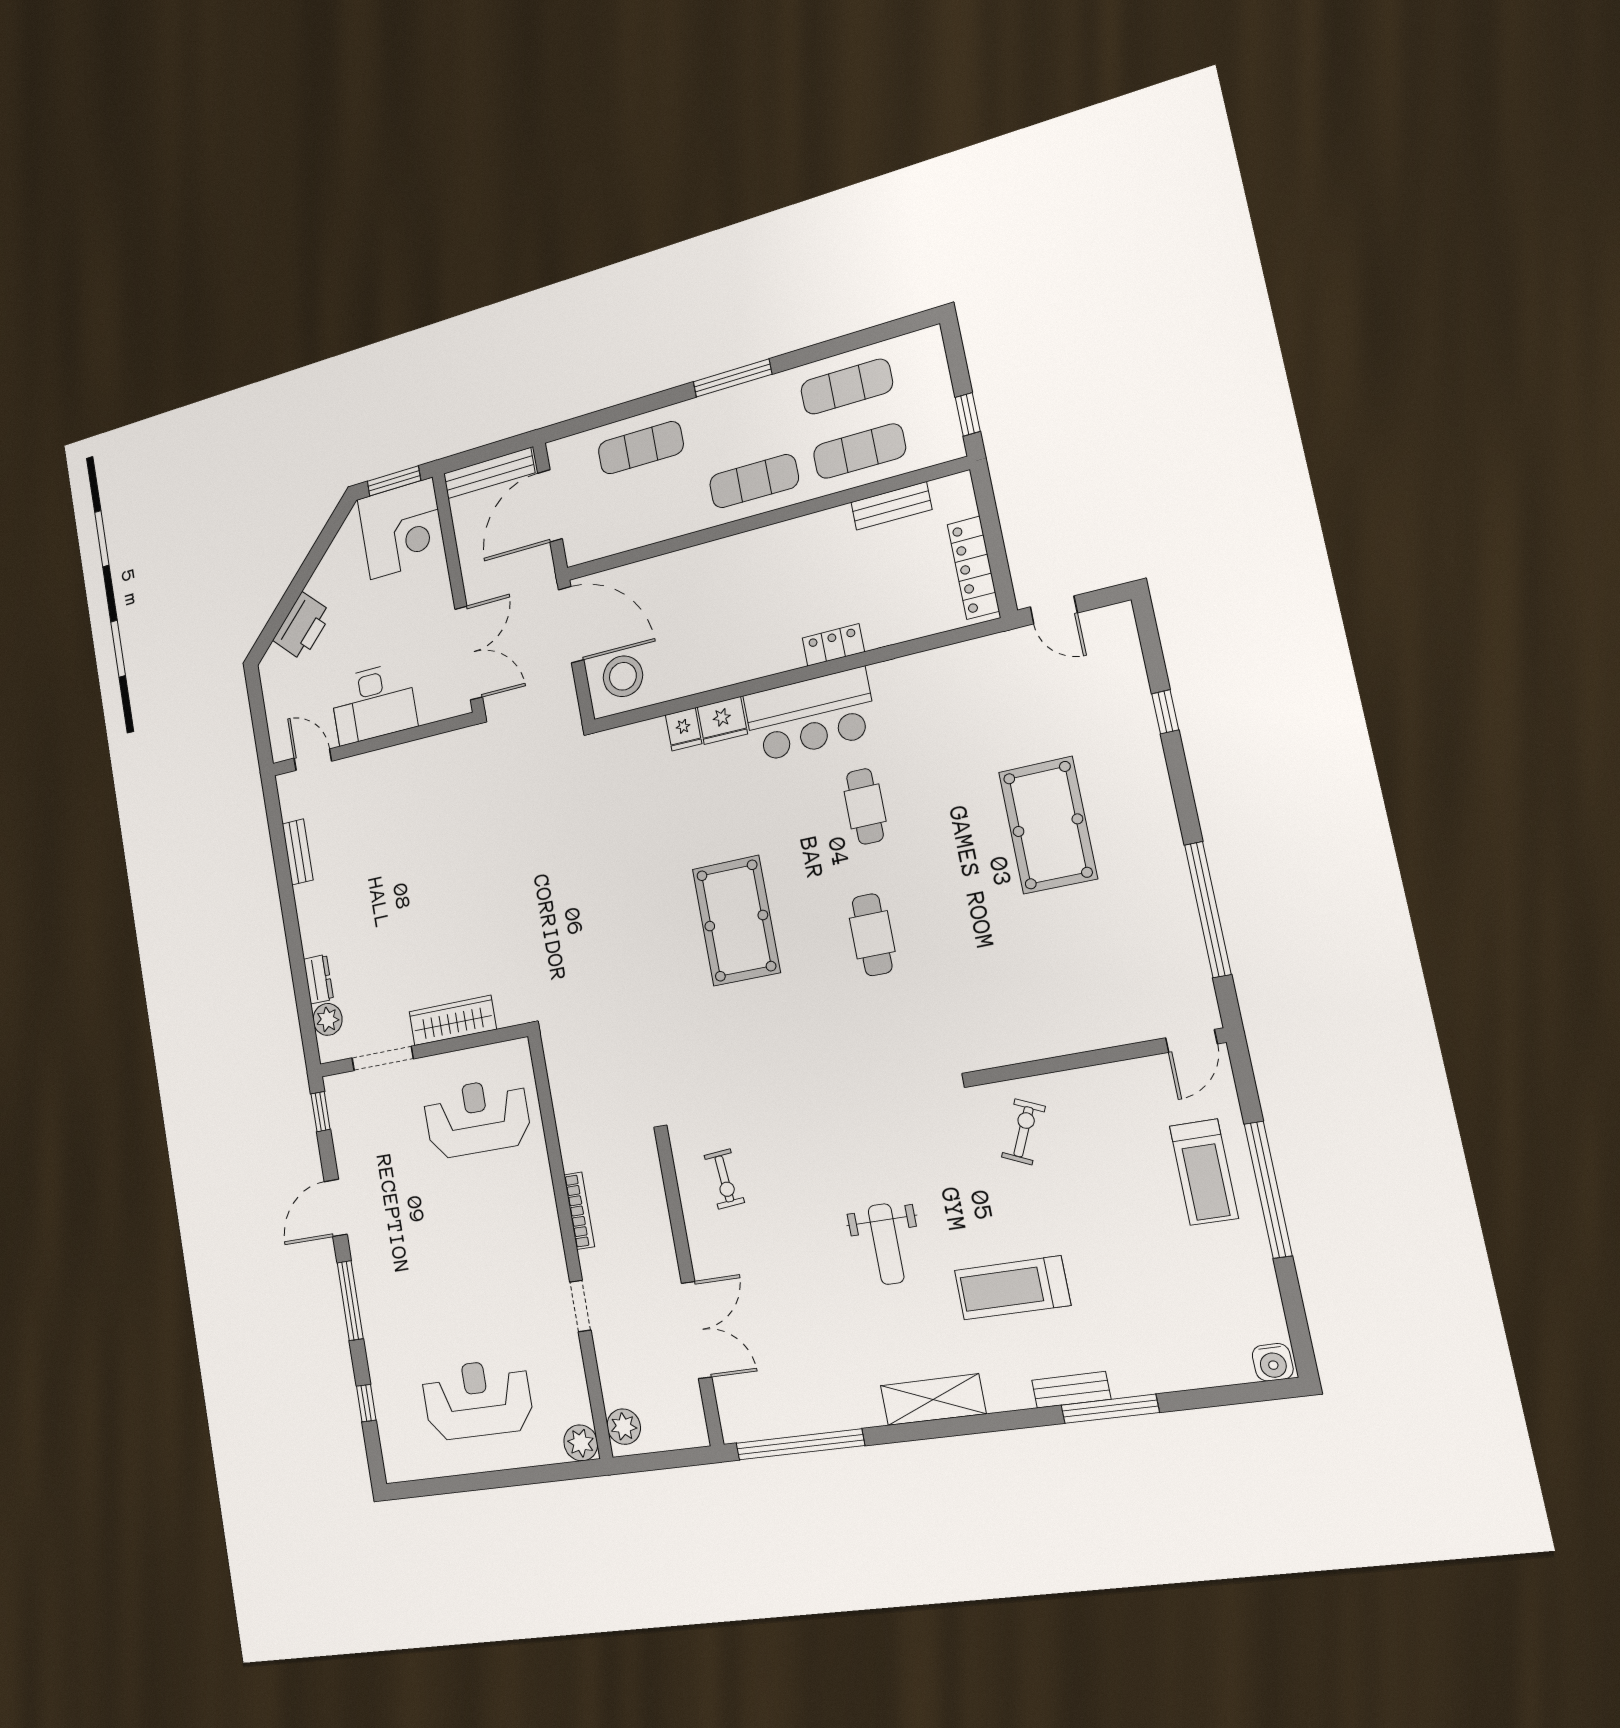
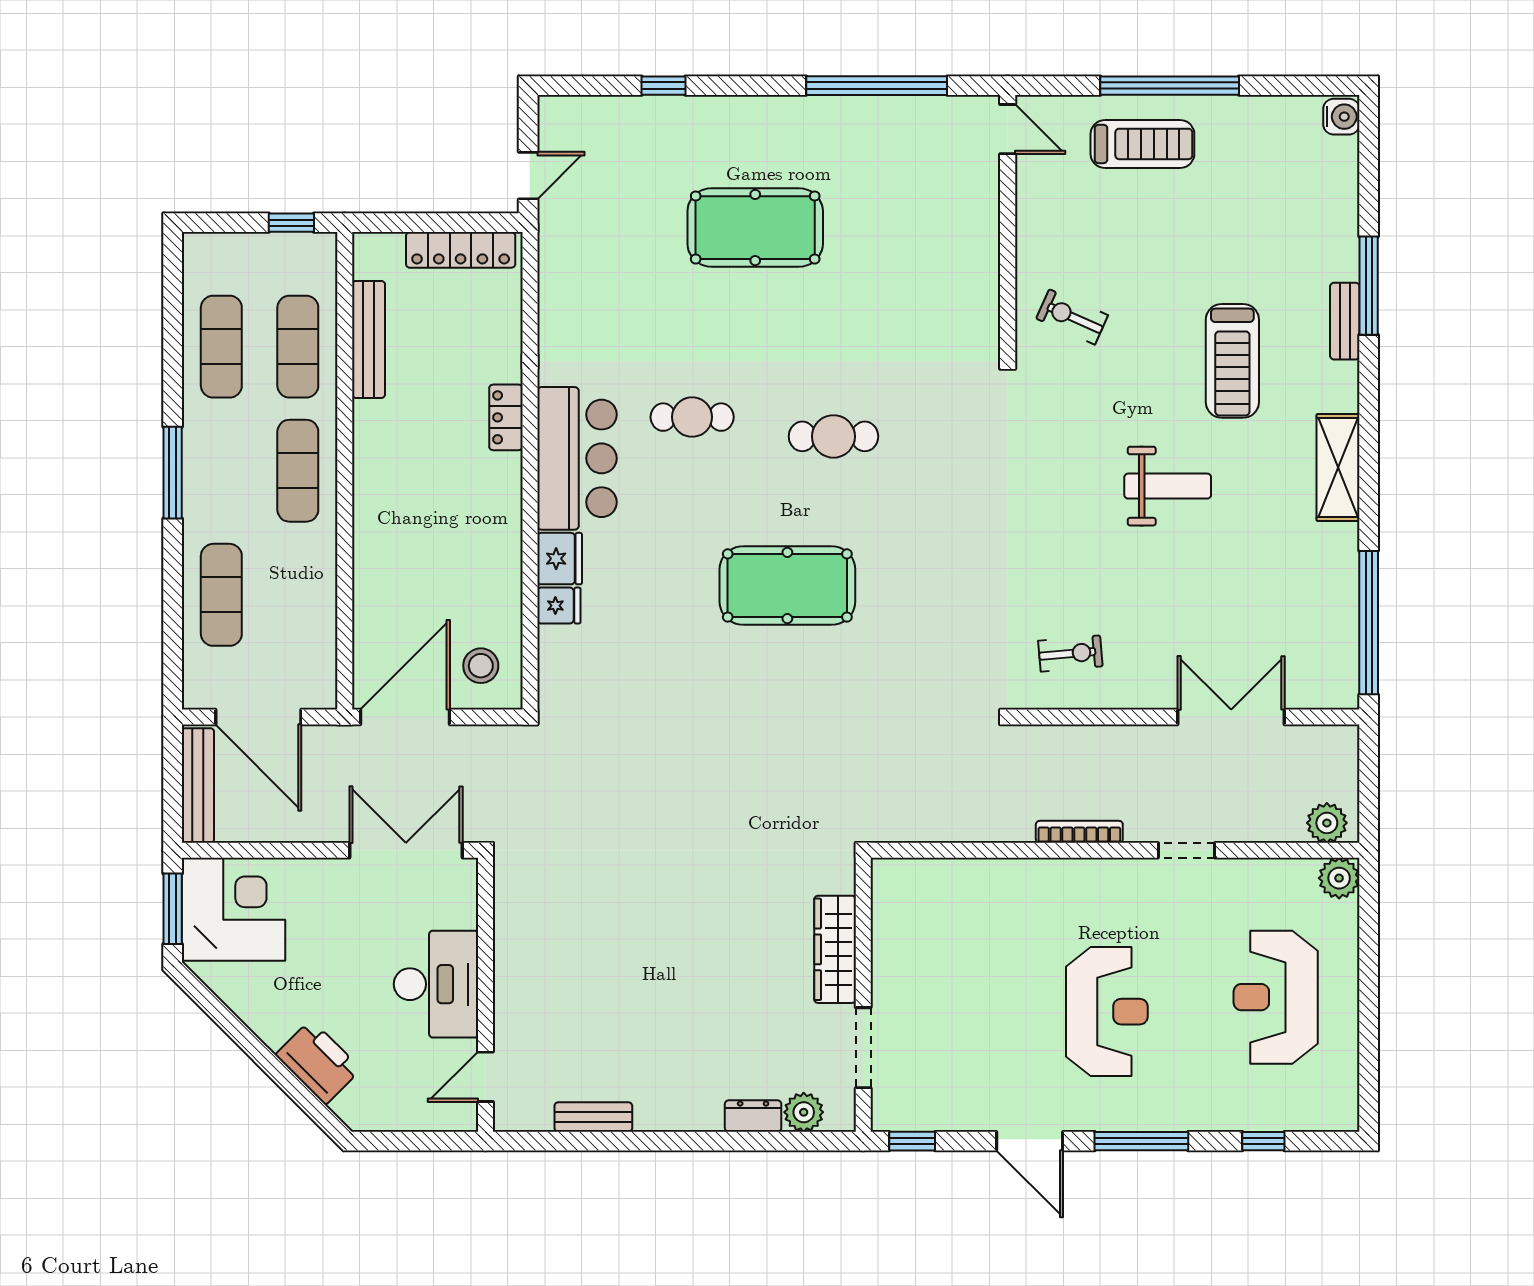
bench: (891, 506) -> (369, 339), width x1.36
stool: (623, 676) -> (481, 666), width x0.73, depth x0.73
reception desk: (477, 1118) -> (1107, 1012), moved, turned 180

